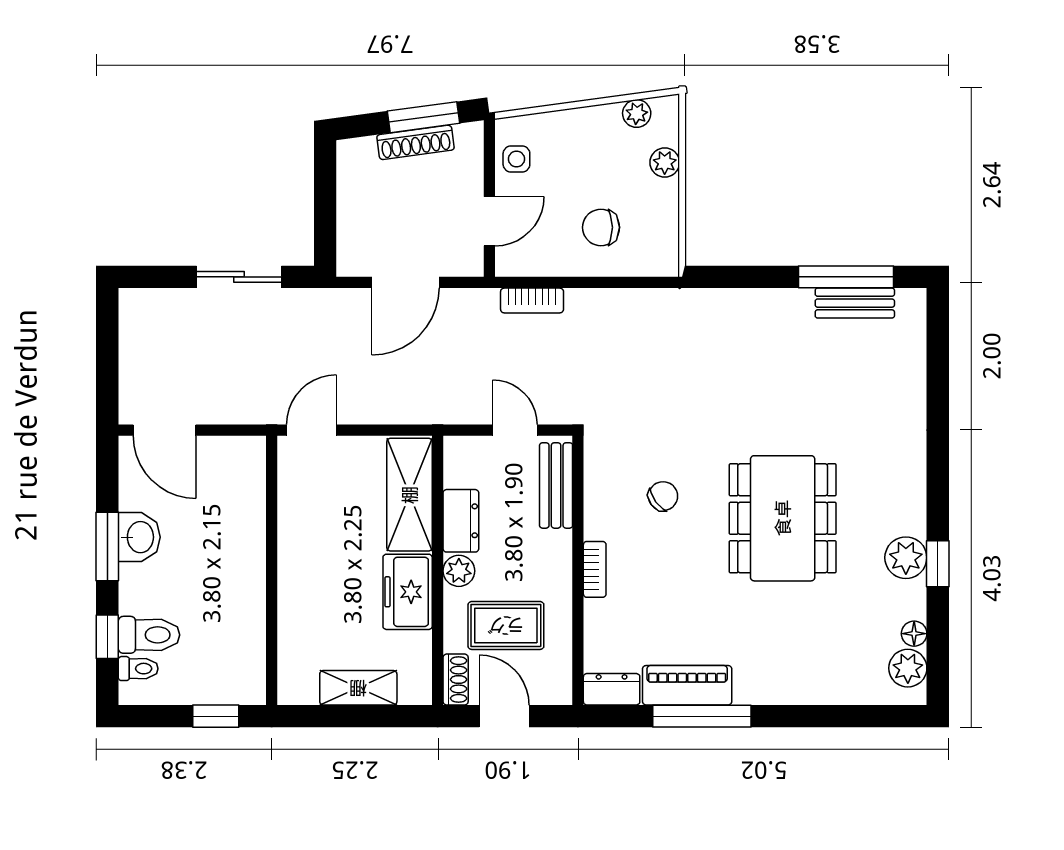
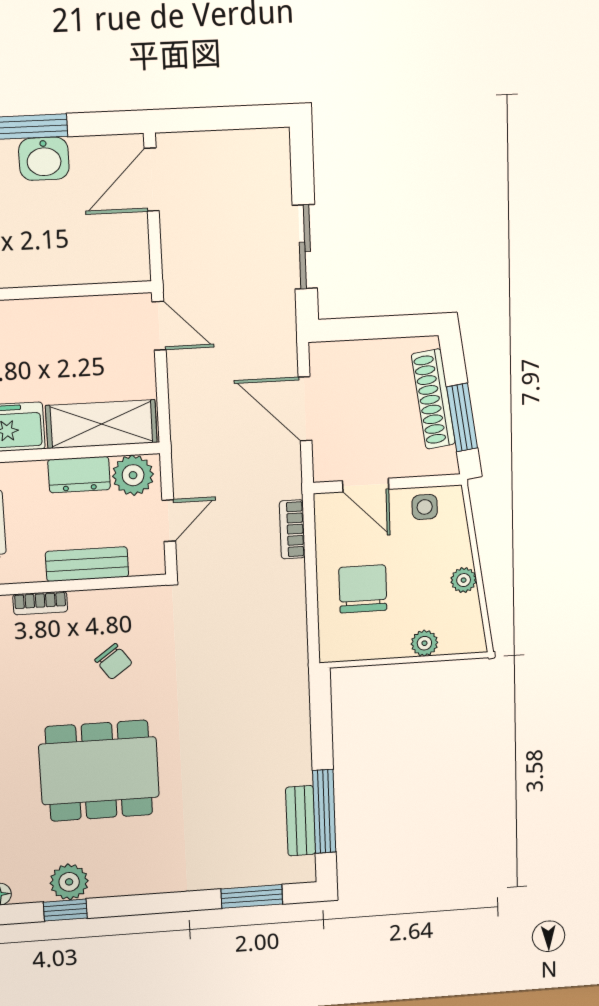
plant: (637, 114) -> (464, 580), moved
shoe rack: (416, 142) -> (433, 399), width x1.36, depth x1.24
chair: (601, 227) -> (363, 589), width x1.37, depth x1.37
window: (938, 360) -> (252, 896), added
bench: (556, 485) -> (87, 564), moved
plant: (459, 571) -> (133, 475), moved, width x1.38, depth x1.38

